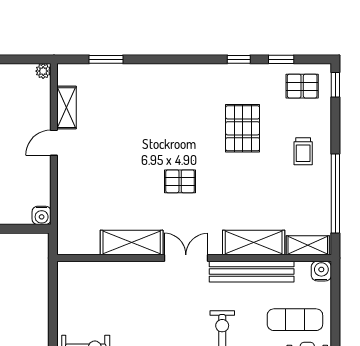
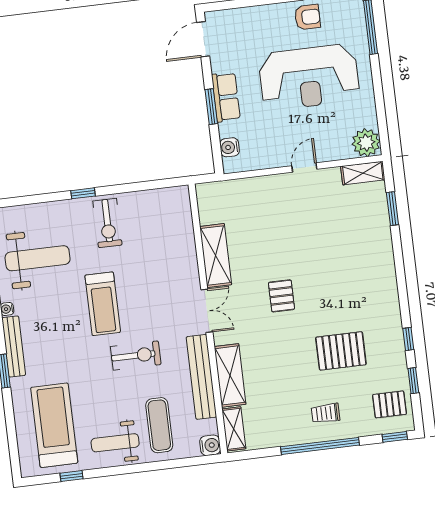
plant: (43, 71) -> (366, 143), width x1.88, depth x1.88
pallet: (302, 86) -> (390, 404), turned 90
shelving: (67, 108) -> (363, 173), moved
door: (54, 143) -> (304, 168), hinge flipped
window: (335, 193) -> (320, 446), moved
water cooler: (42, 215) -> (230, 147), moved

